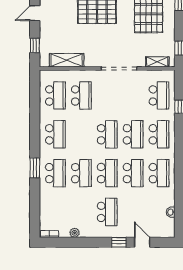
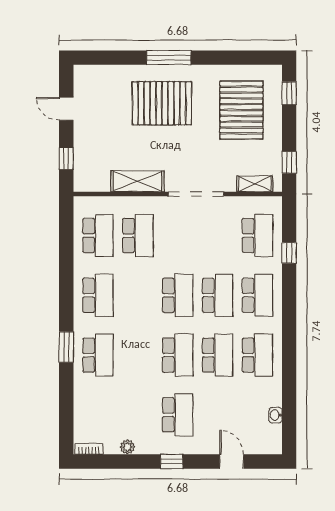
door: (35, 13) -> (66, 109), hinge flipped
shelving: (67, 60) -> (137, 181), moved
school desk: (81, 173) -> (138, 355), removed
window: (119, 242) -> (172, 461), moved

